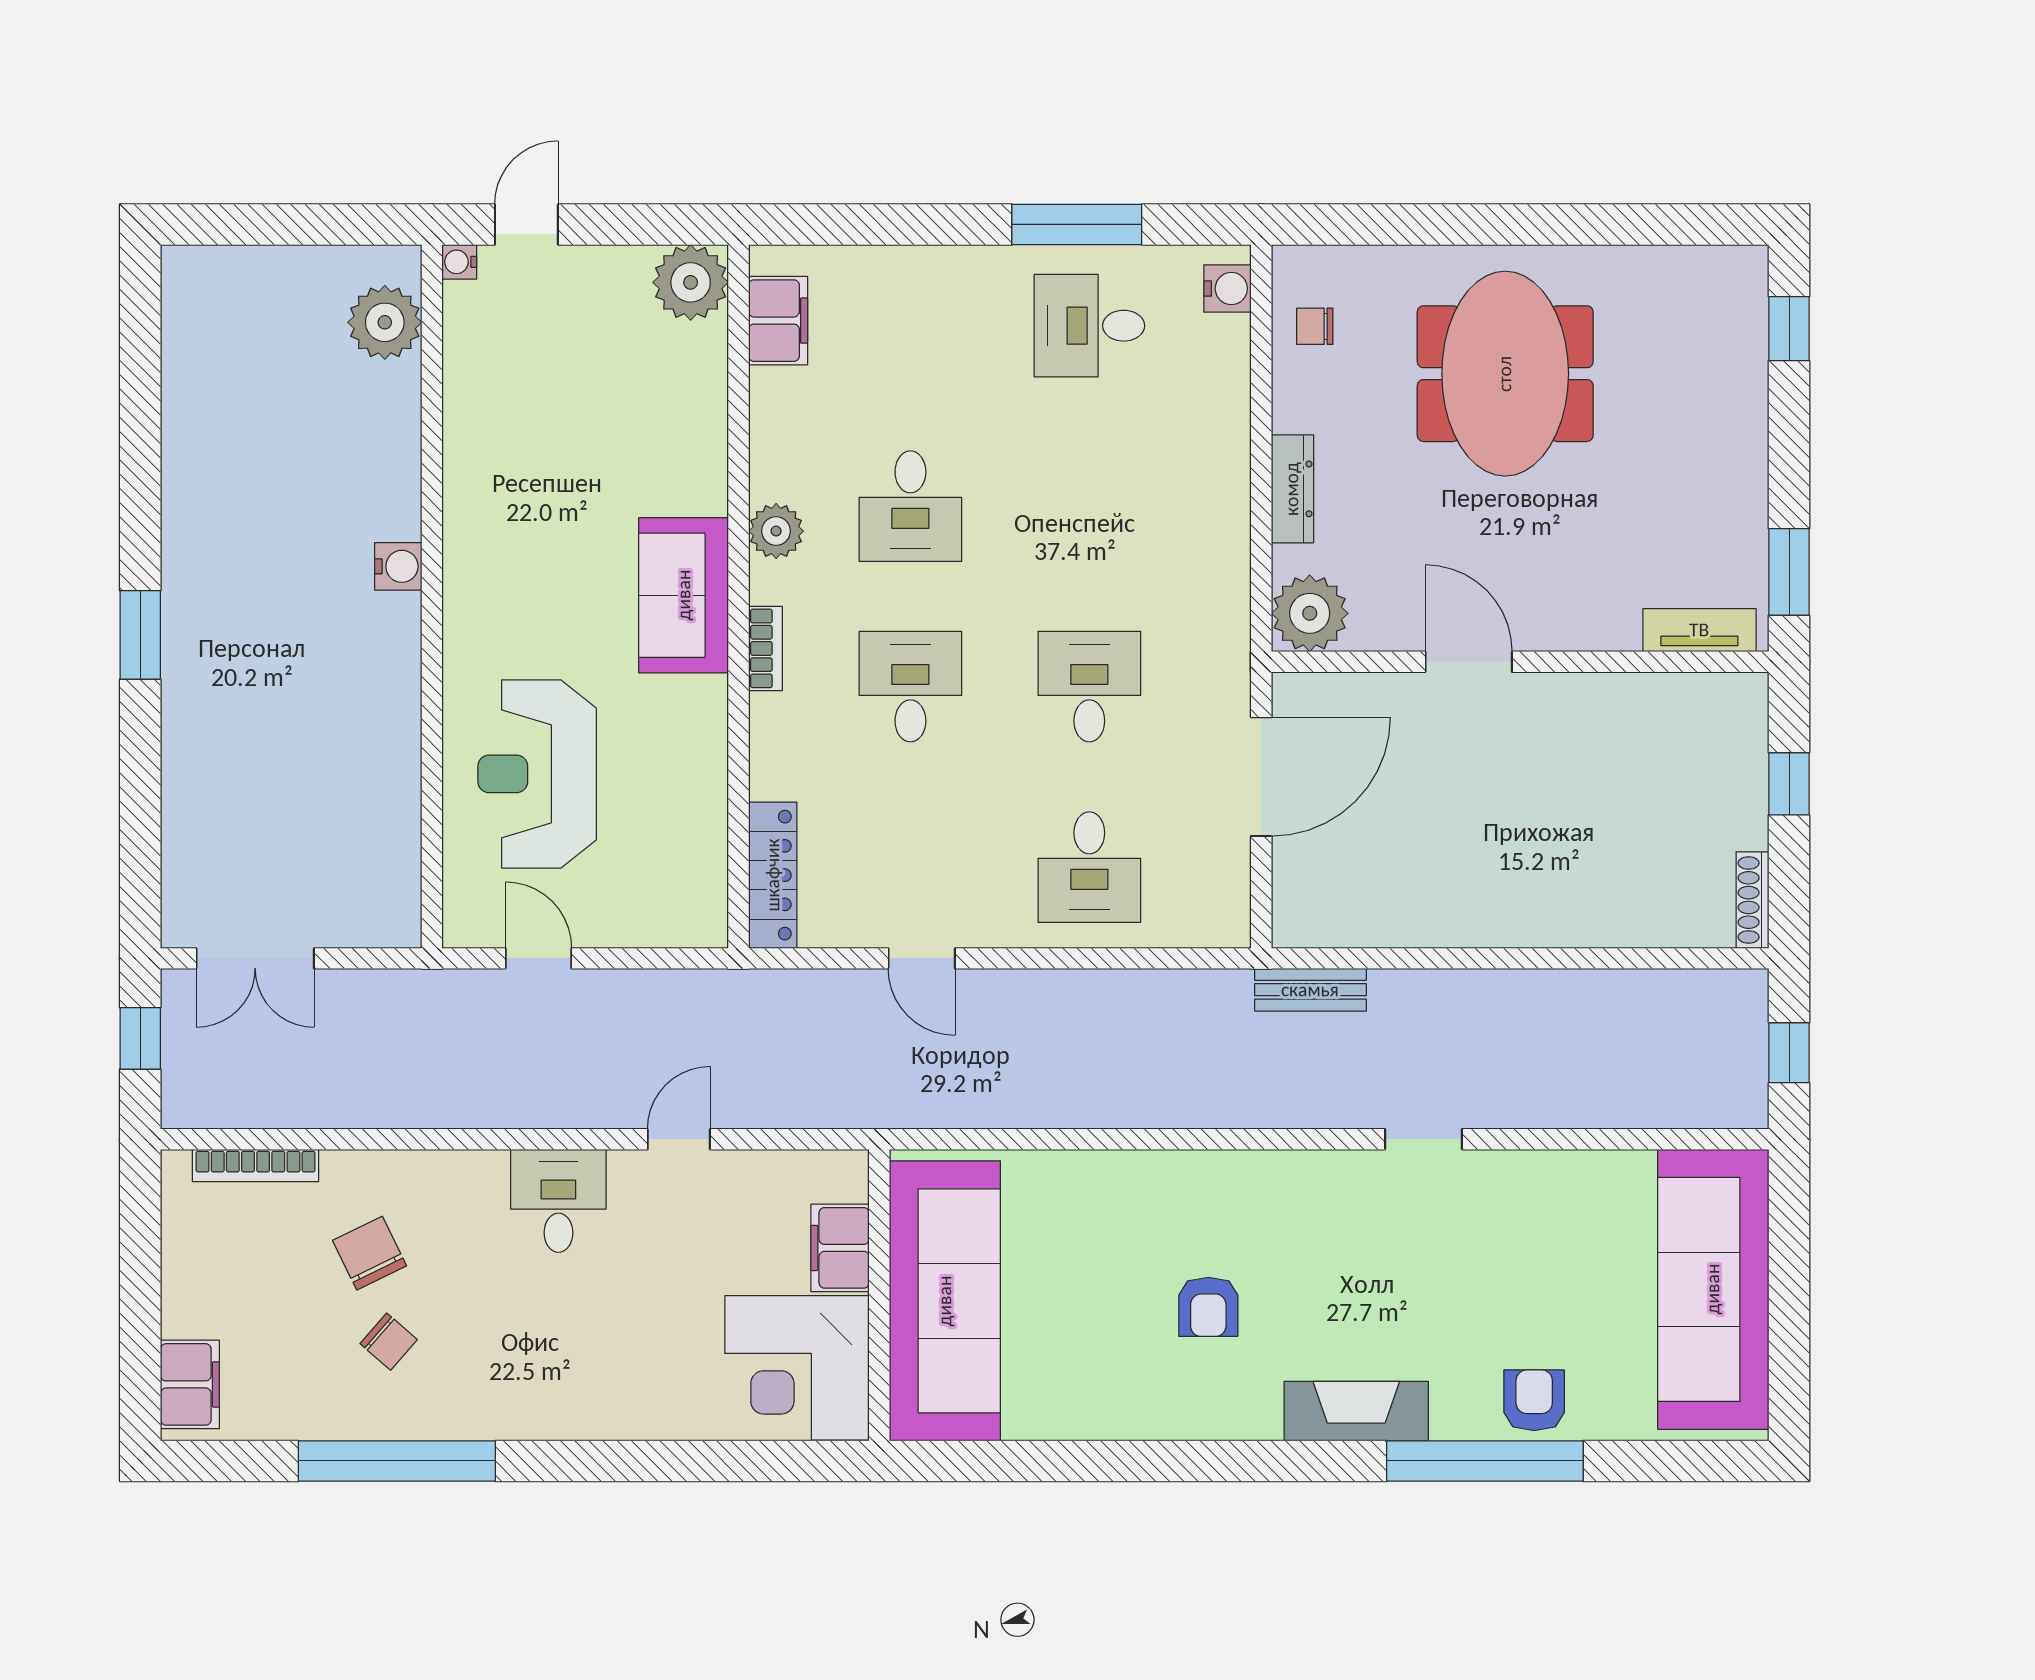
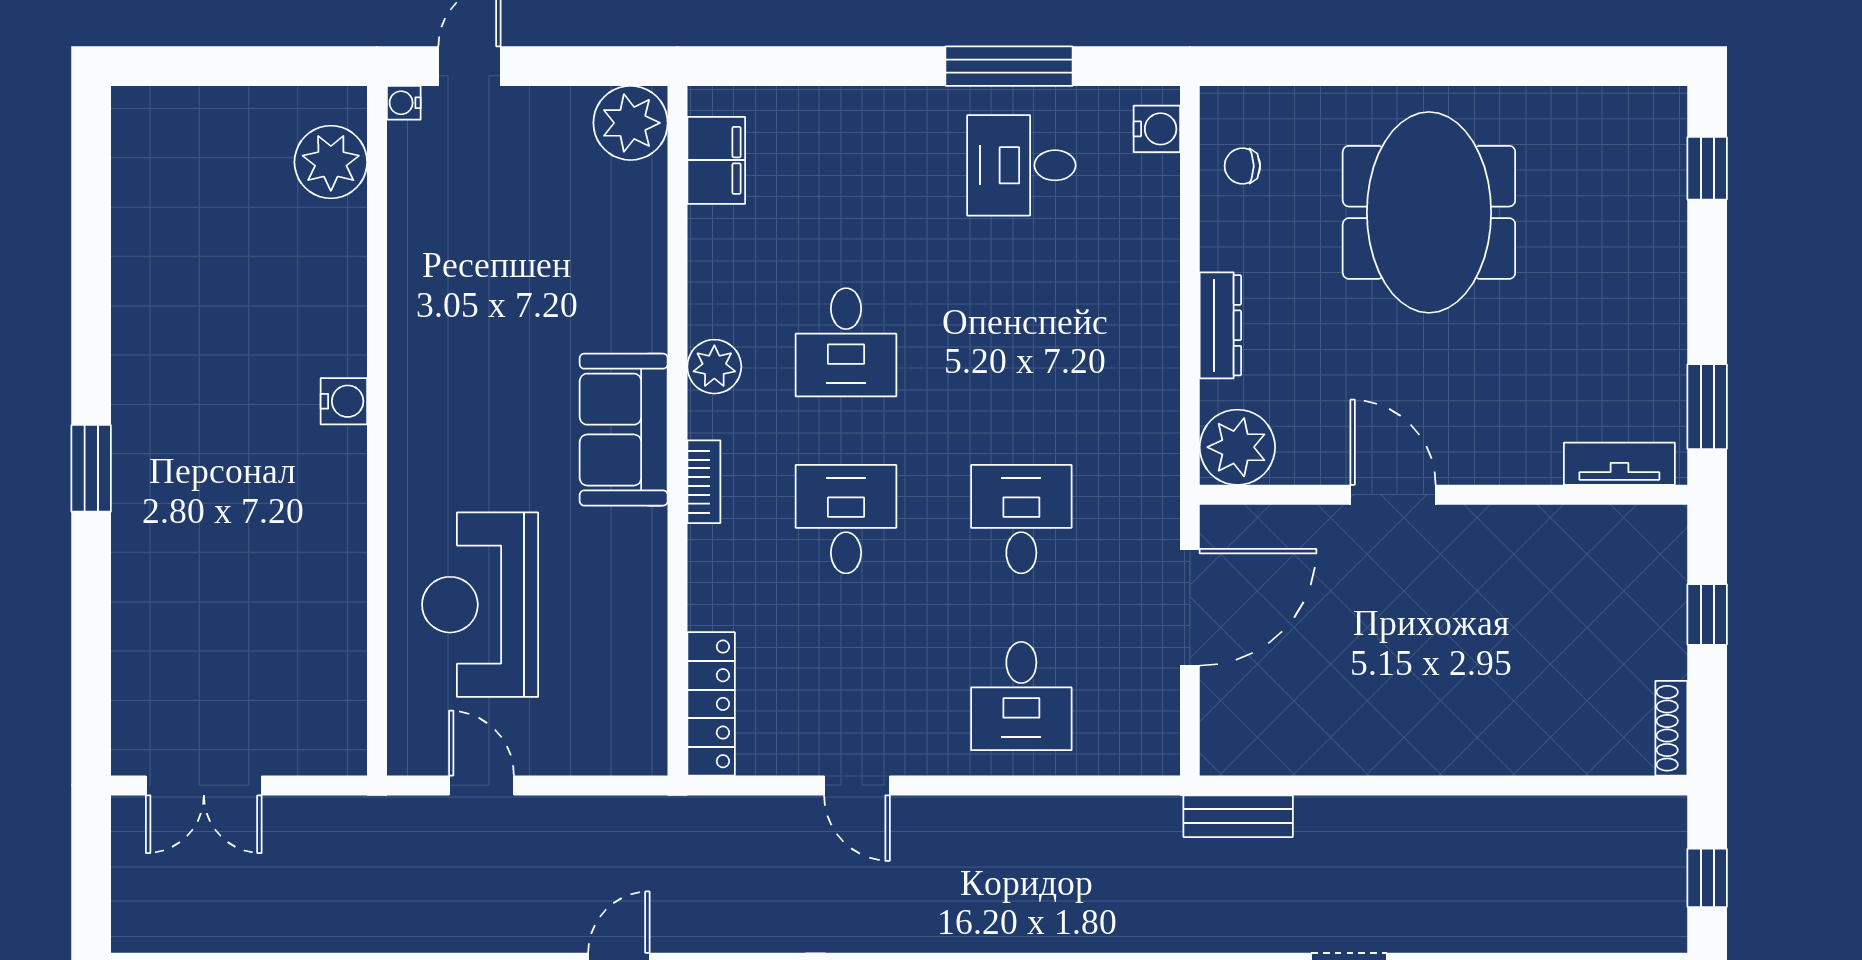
window: (140, 1038) -> (91, 864), removed

